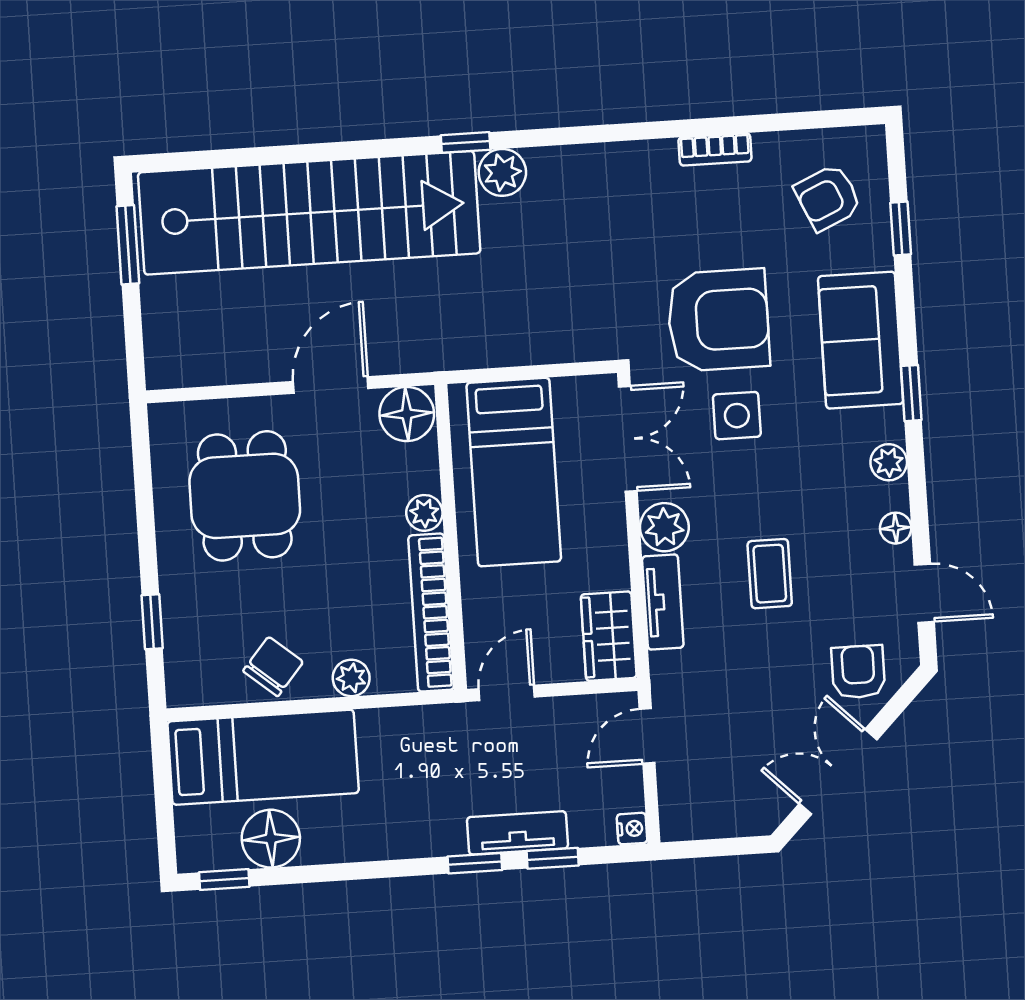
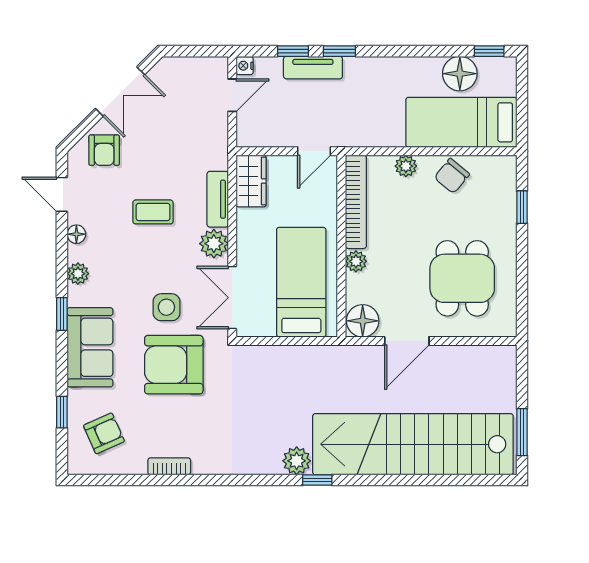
coffee table: (770, 574) -> (153, 212), turned 90
door: (647, 736) -> (232, 95), moved

